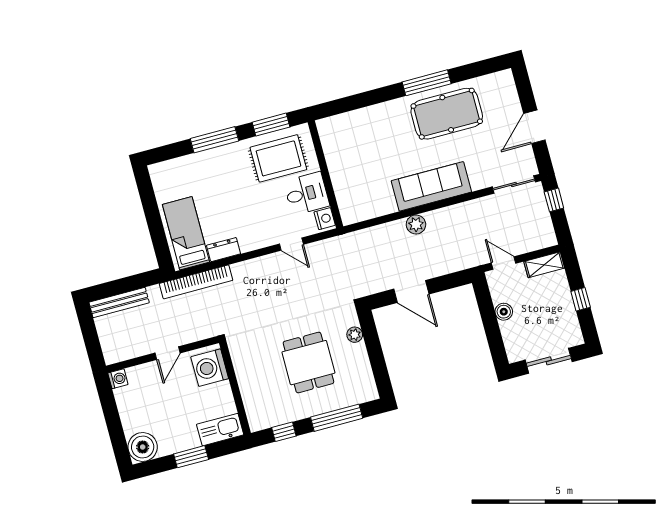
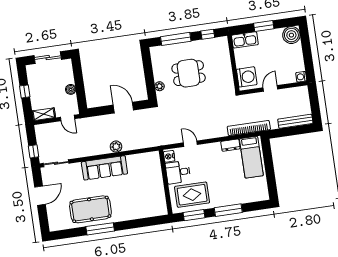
dining table: (308, 363) -> (189, 73), turned 90

